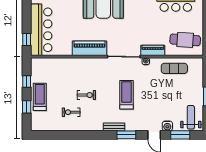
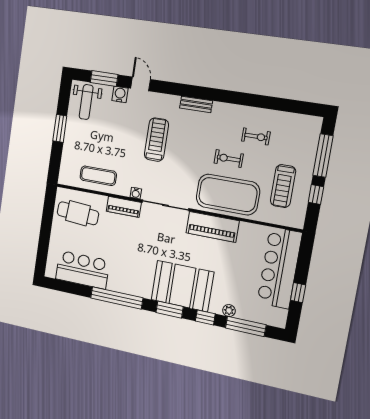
window: (27, 39) -> (298, 293), moved
exercise mat: (83, 71) -> (228, 195), added
treadmill: (126, 95) -> (156, 140), moved, turned 180
treadmill: (40, 97) -> (283, 186), moved
window: (27, 107) -> (323, 156), width x2.17
window: (126, 135) -> (180, 90), removed

